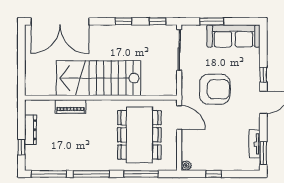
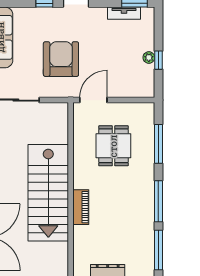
piano: (70, 106) -> (81, 207), moved
dining table: (139, 135) -> (113, 146), width x0.53, depth x0.80
plant: (186, 166) -> (149, 57), moved

